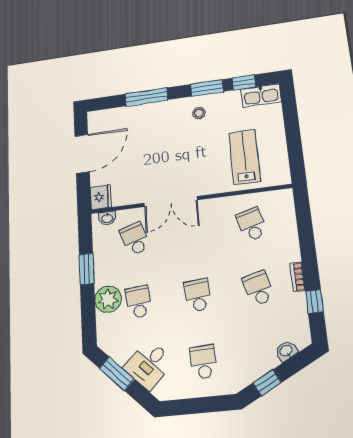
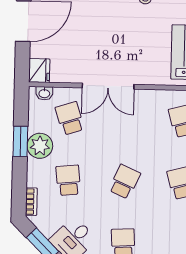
school desk: (198, 295) -> (125, 182), turned 30
plant: (108, 299) -> (40, 146), moved
bookcase: (102, 329) -> (31, 202), added

